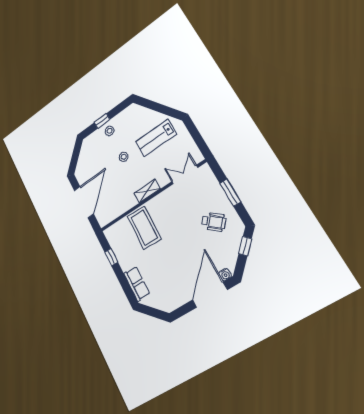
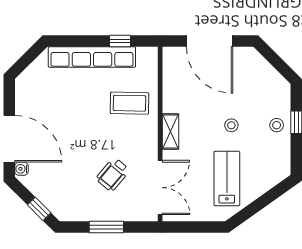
double door: (185, 175) -> (160, 188), width x1.37
wheelchair: (214, 222) -> (113, 174), moved
coffee table: (144, 228) -> (129, 103), width x0.73, depth x0.76
row of seats: (137, 284) -> (92, 57), width x2.02

